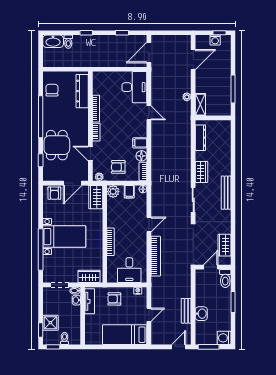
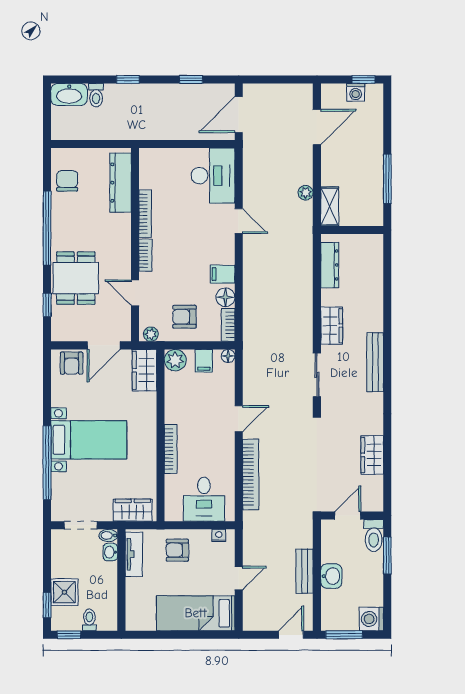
door: (211, 267) -> (348, 516), moved
wall: (213, 267) -> (352, 516), moved
toilet: (225, 279) -> (374, 536), moved

